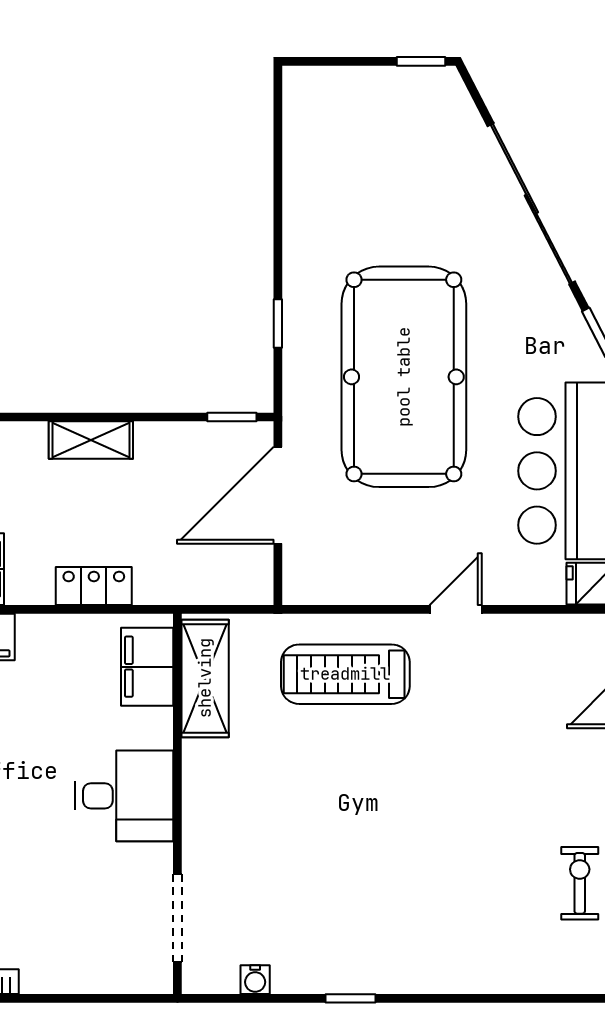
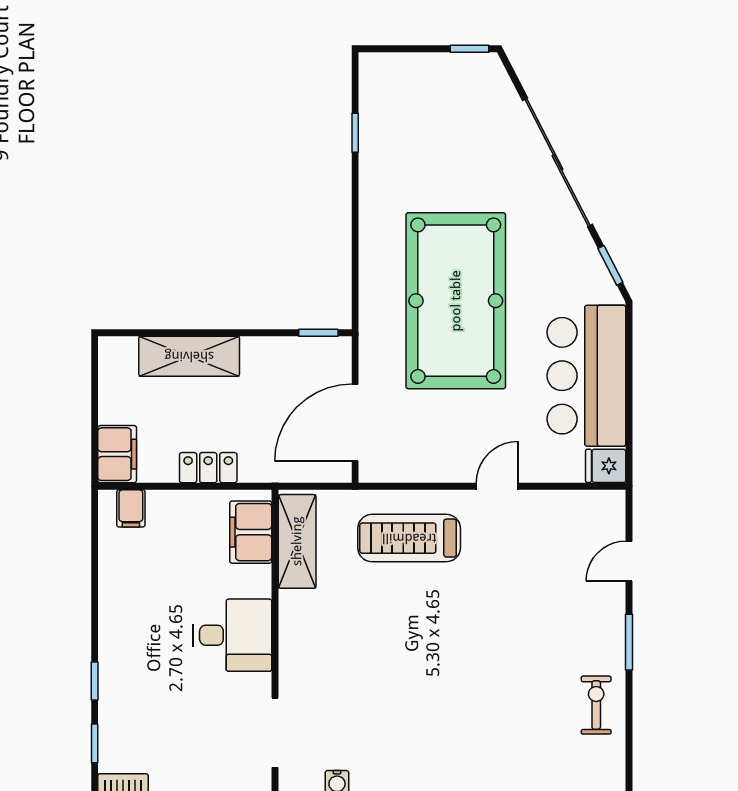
window: (278, 324) -> (355, 133), moved
shelving: (91, 440) -> (189, 356), width x1.50, depth x1.33
door: (278, 495) -> (355, 423), moved

